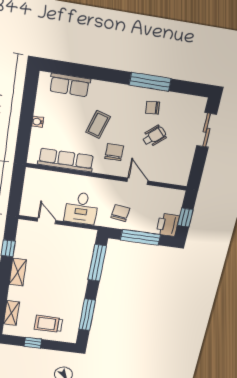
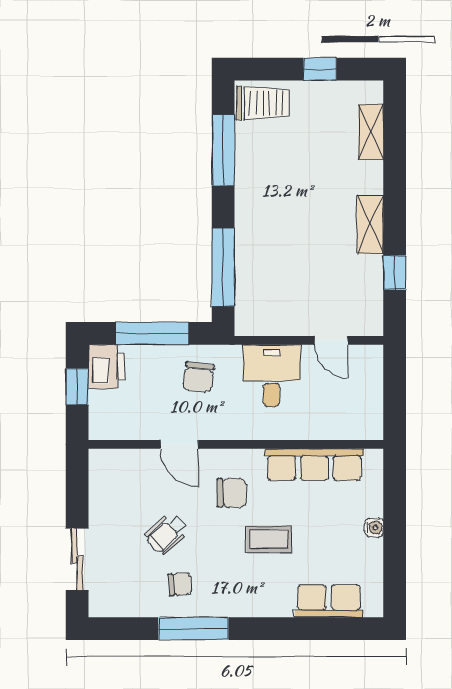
coffee table: (98, 124) -> (269, 539), turned 73
chair: (114, 152) -> (231, 493), turned -90
trolley: (48, 324) -> (263, 103), moved

